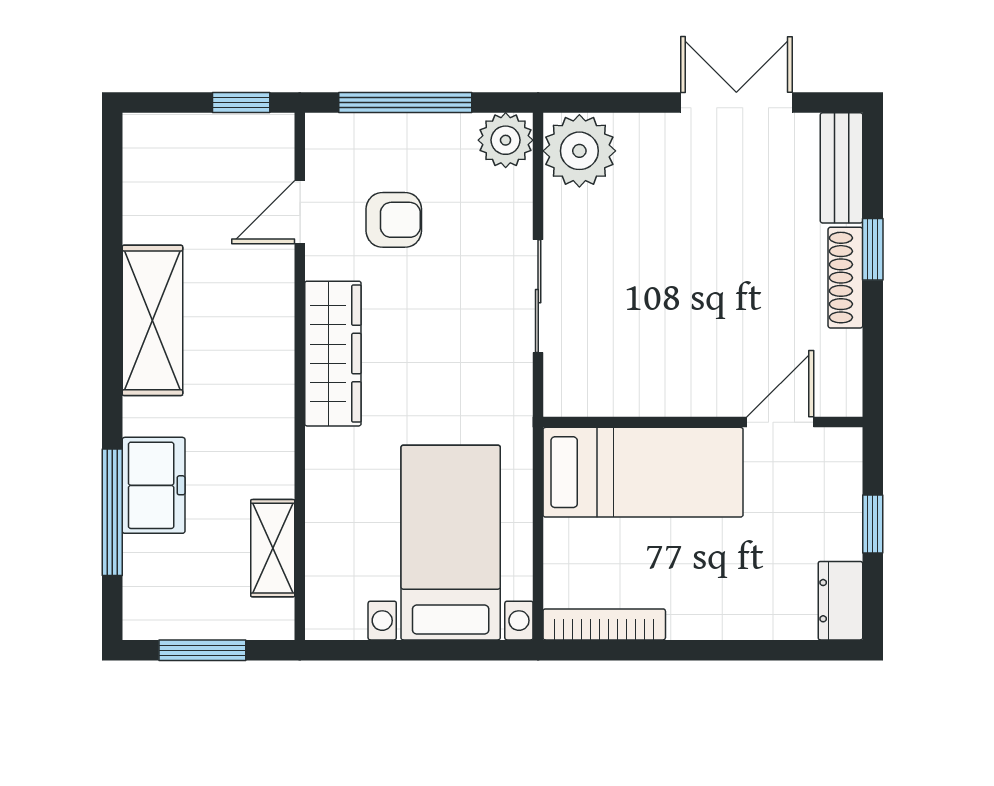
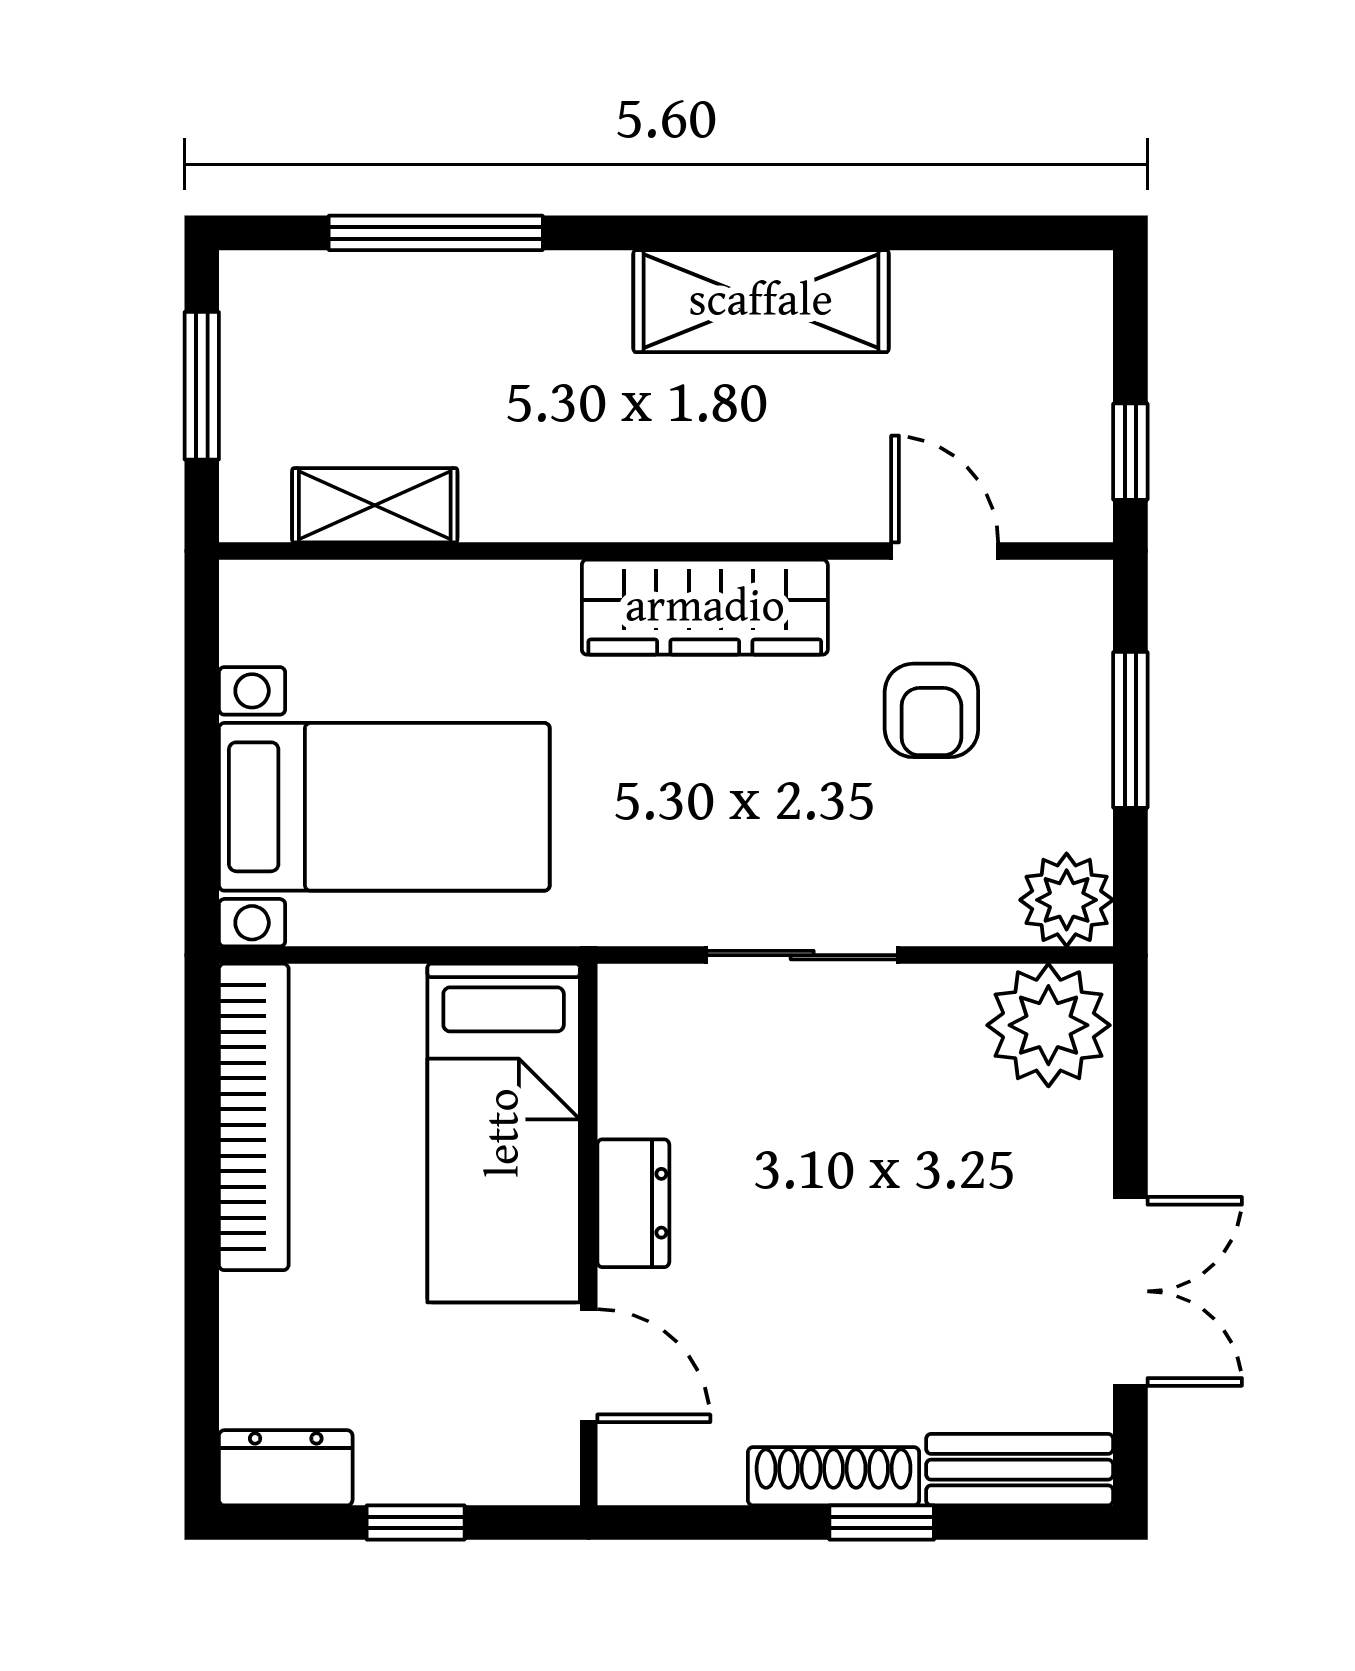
window: (405, 103) -> (1130, 730), width x0.69
dresser: (684, 396) -> (633, 1203), added
freezer: (154, 485) -> (481, 303), removed
bookcase: (604, 624) -> (254, 1117), width x1.48, depth x1.31

